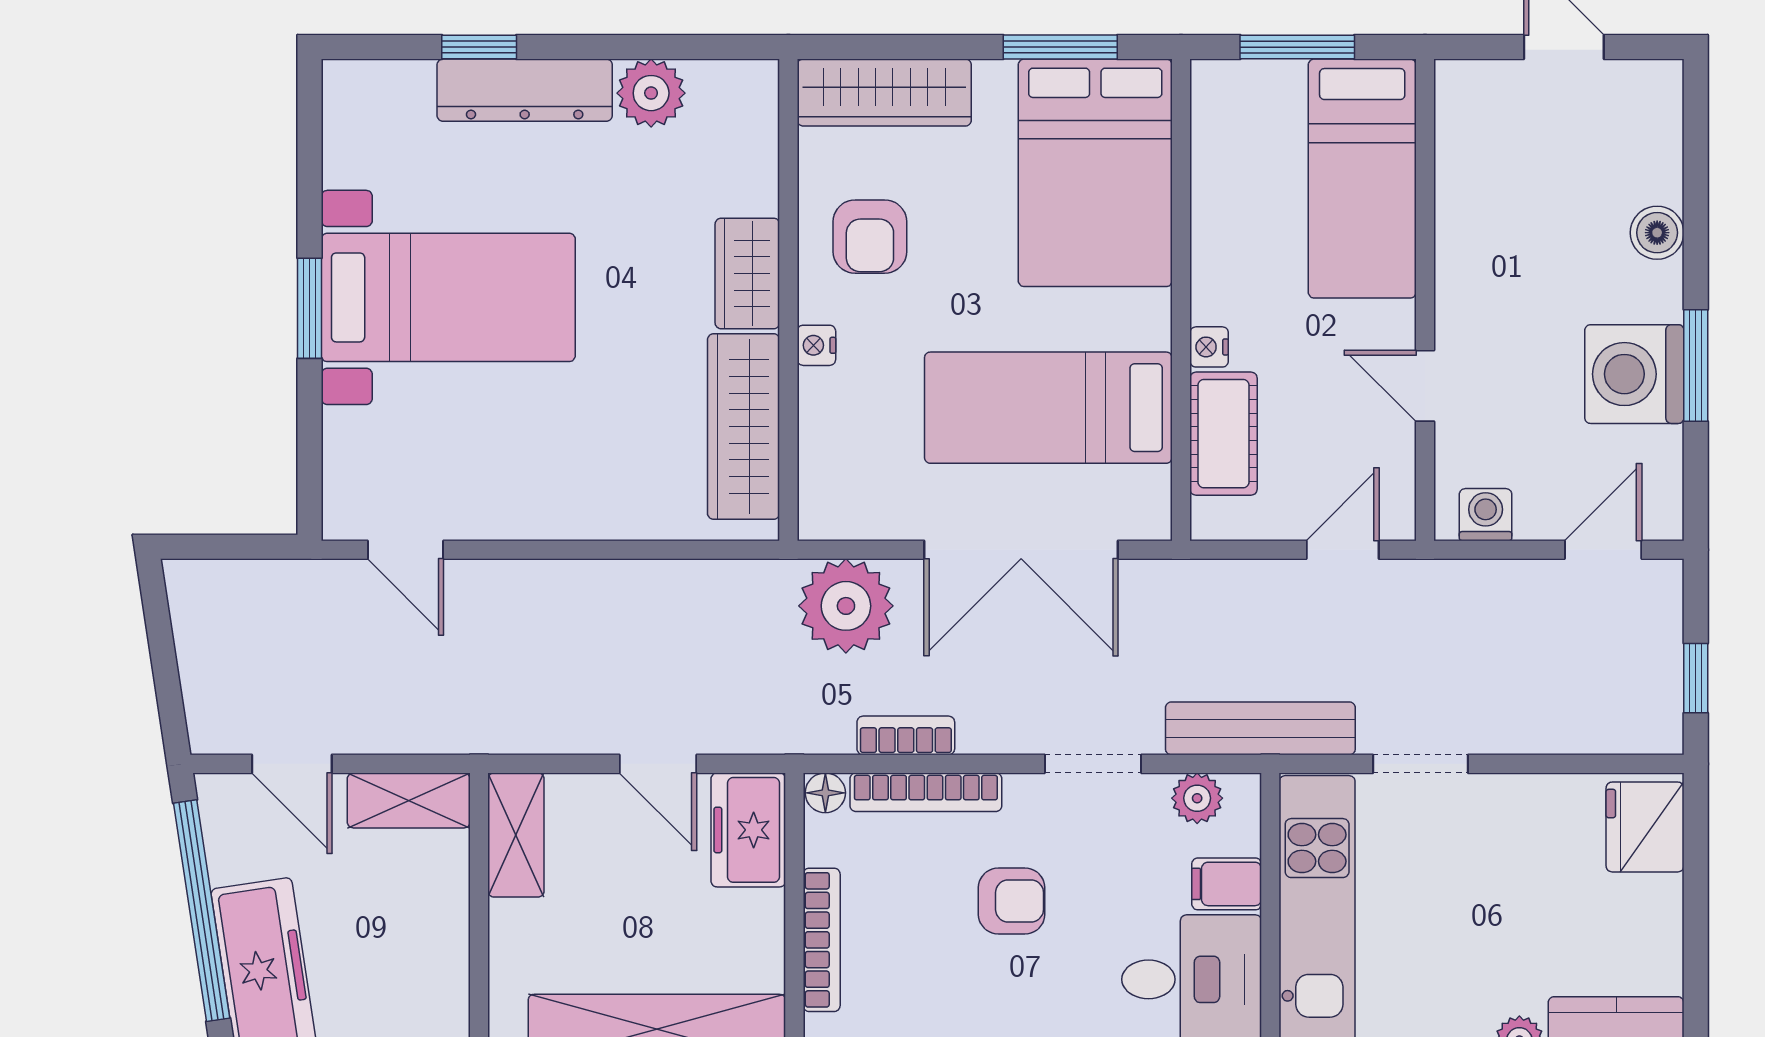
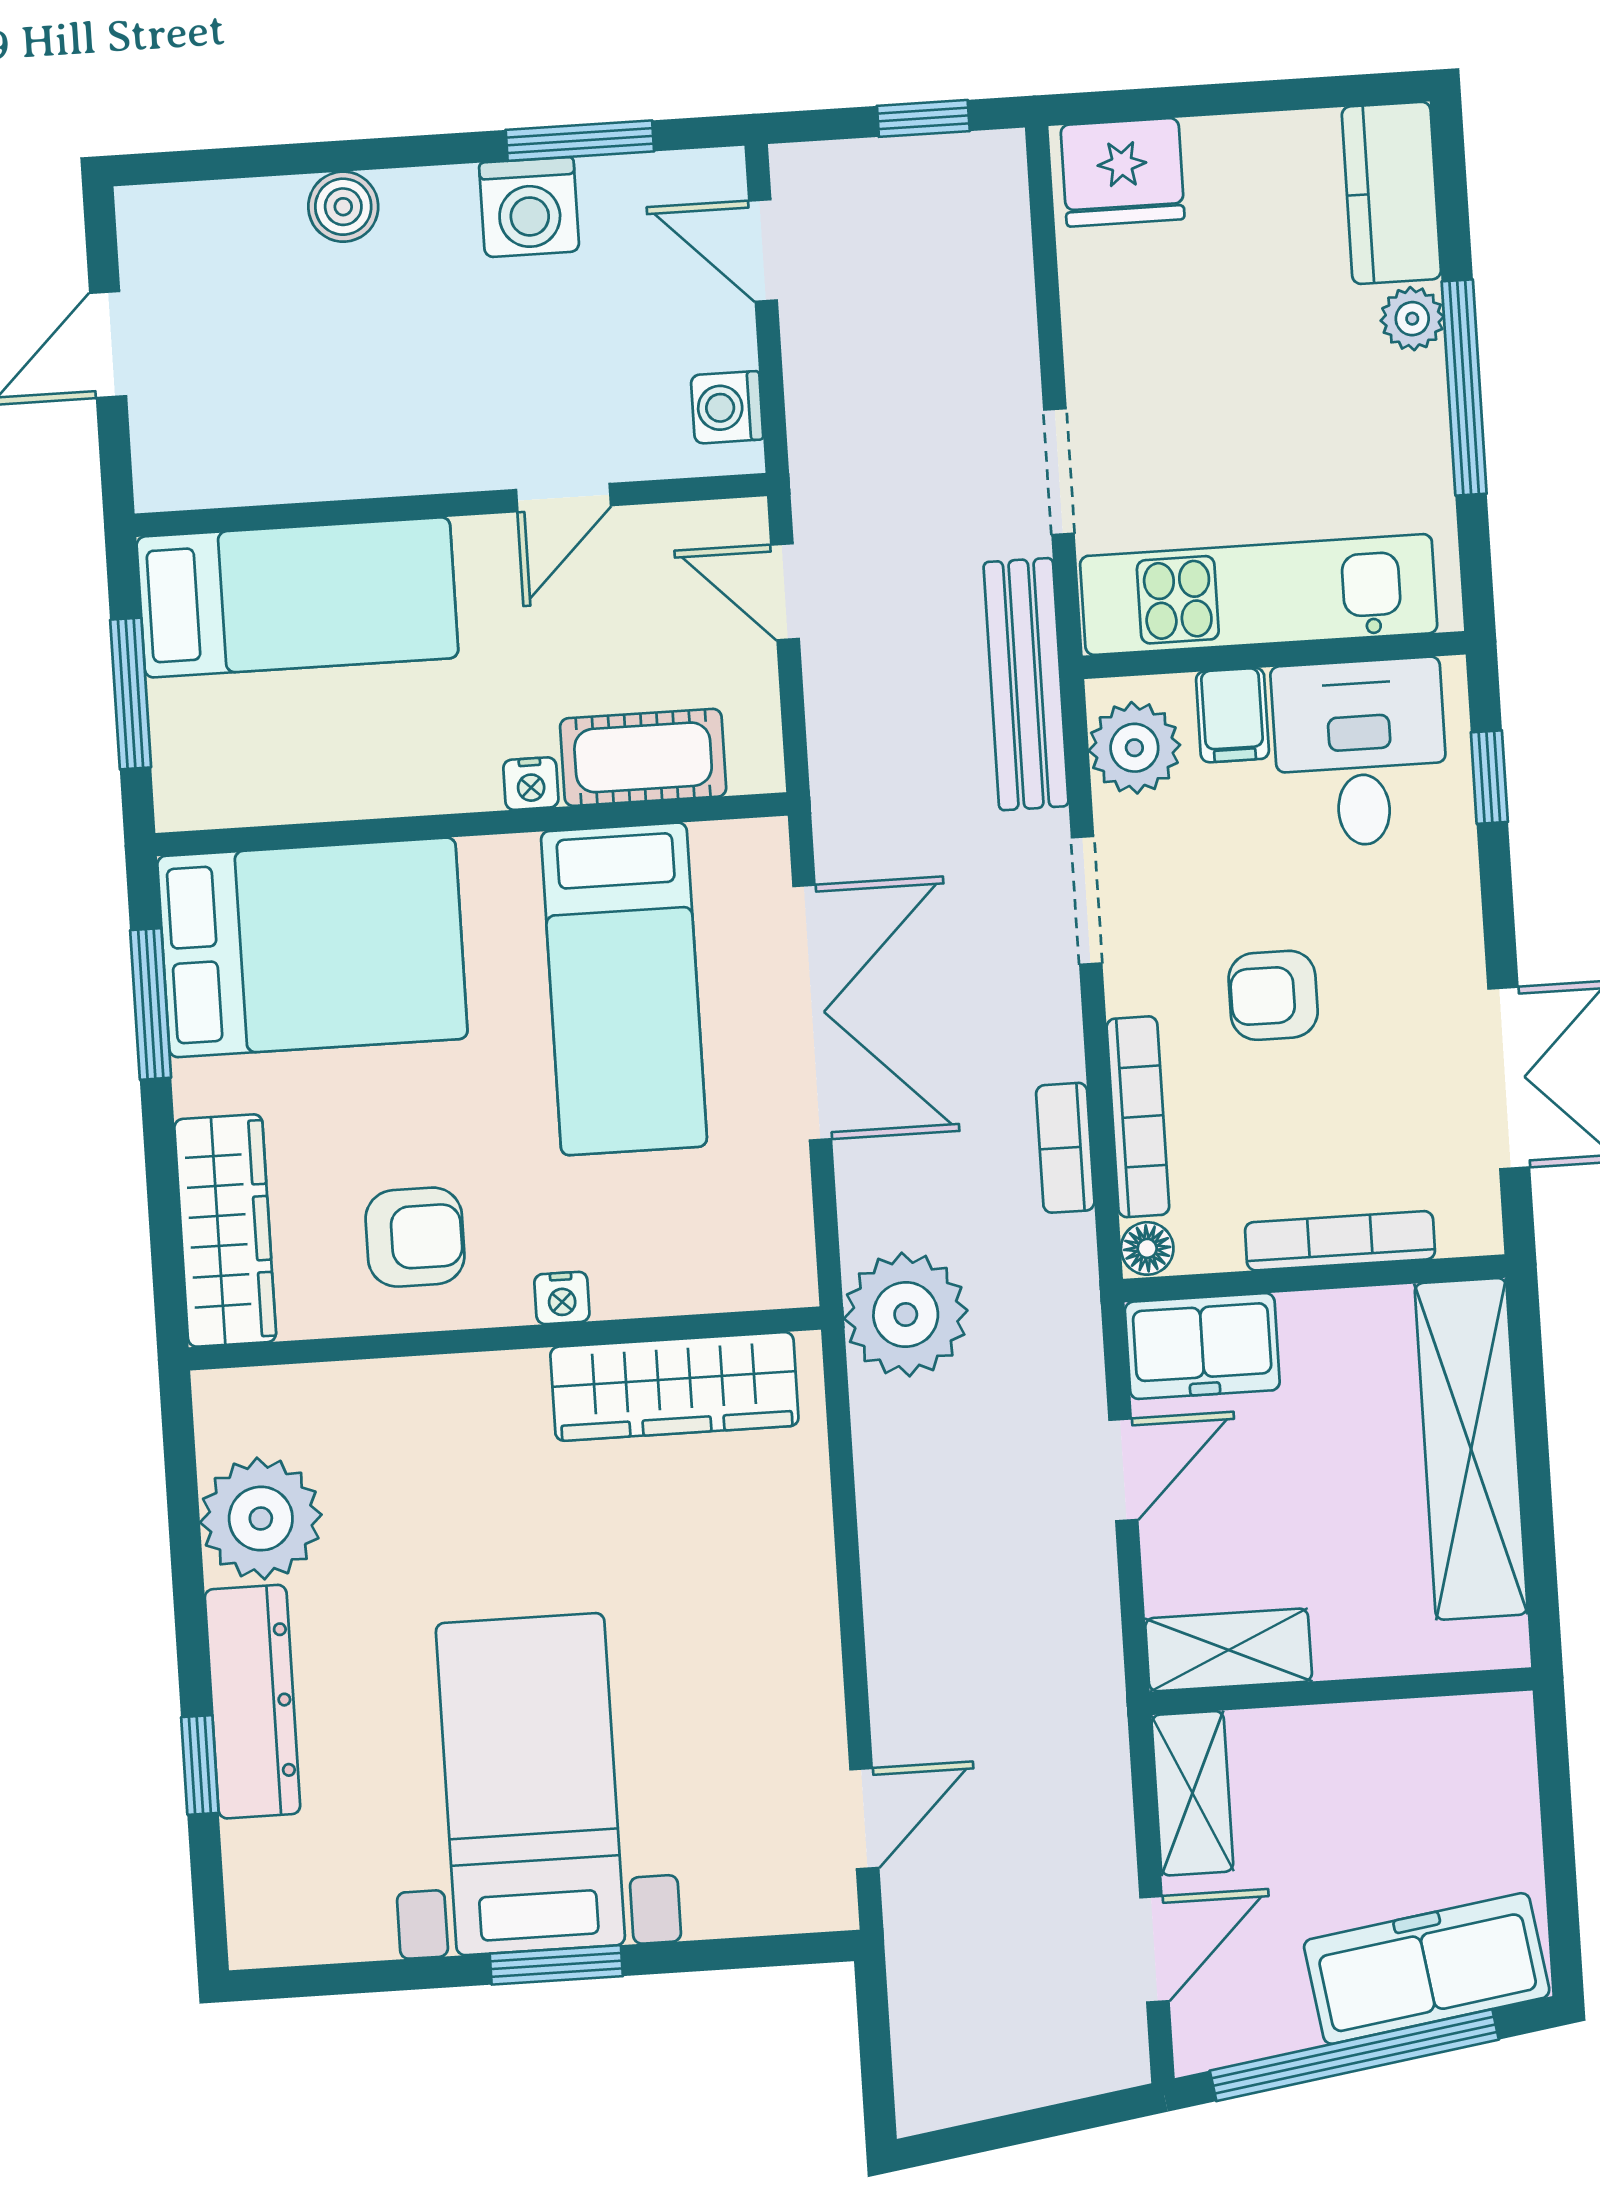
plant: (651, 93) -> (261, 1519), width x1.36, depth x1.36
wardrobe: (747, 273) -> (474, 1394), removed
window: (1696, 366) -> (580, 141), moved
washing machine: (1634, 374) -> (529, 207), width x0.73, depth x0.73
plant: (846, 606) -> (906, 1315), moved
plant: (1197, 798) -> (1134, 748), width x1.38, depth x1.38
armchair: (1012, 901) -> (1273, 995), turned -90

